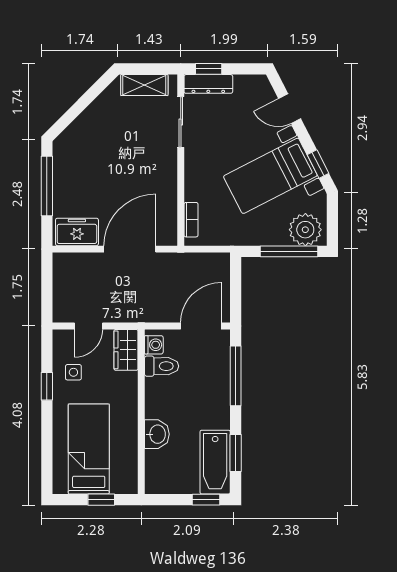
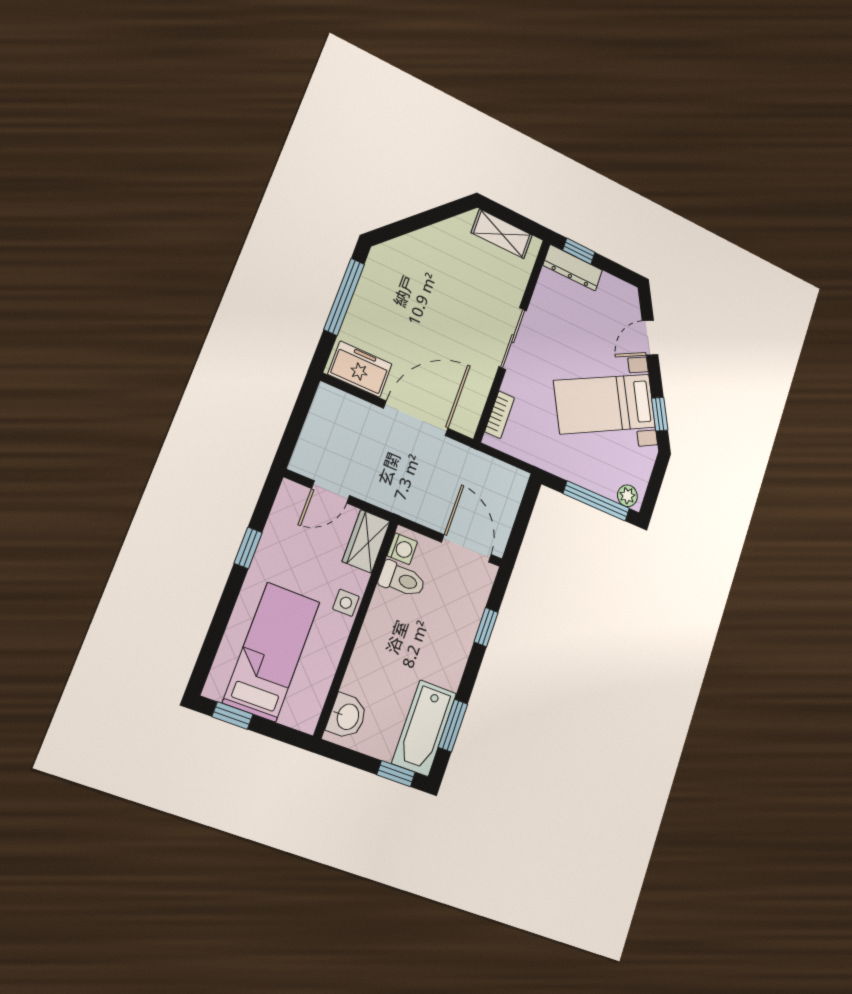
door: (290, 109) -> (650, 338), hinge flipped
sliding door: (181, 122) -> (513, 339), moved
plant: (305, 230) -> (627, 496), width x0.53, depth x0.53
door: (201, 326) -> (467, 548), hinge flipped
side table: (73, 372) -> (346, 603), moved
window: (236, 376) -> (486, 627), width x0.46
washbasin: (157, 434) -> (347, 716), moved
window: (101, 500) -> (232, 715), moved

